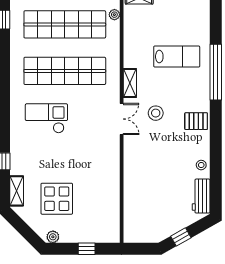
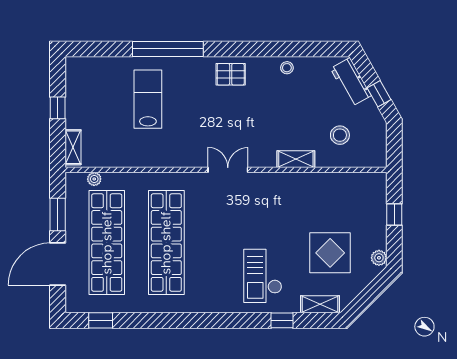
shelving: (130, 83) -> (296, 159), moved
stool: (156, 113) -> (340, 135), moved
checkout: (46, 118) -> (263, 276), moved
pallet: (196, 121) -> (231, 74), turned 90
workbench: (201, 196) -> (351, 82), moved, turned 61

